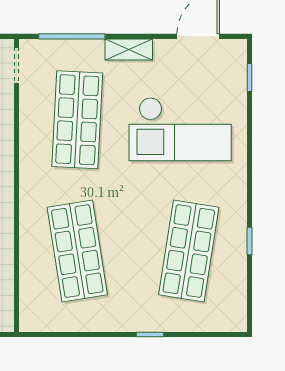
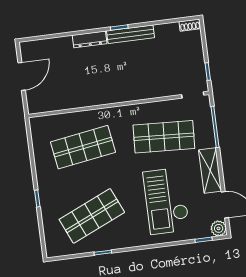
shelving: (129, 49) -> (210, 170), width x1.50, depth x1.33
plant: (235, 51) -> (219, 228), added
shop shelf: (189, 251) -> (92, 216), turned -33

